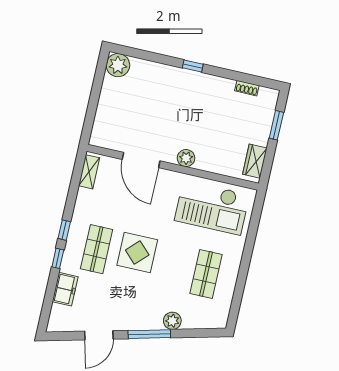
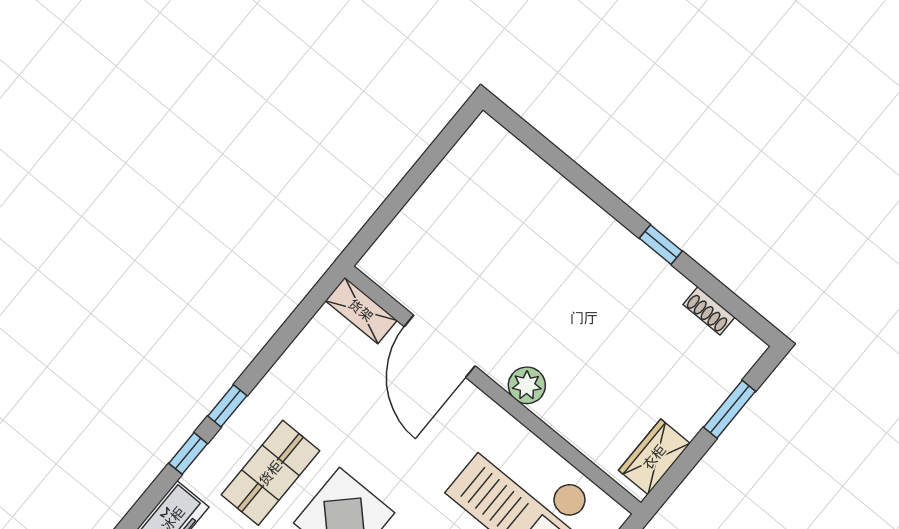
plant: (118, 65) -> (486, 144), removed
window: (193, 66) -> (661, 245), moved
shelving: (89, 172) -> (361, 310), moved, turned 90

